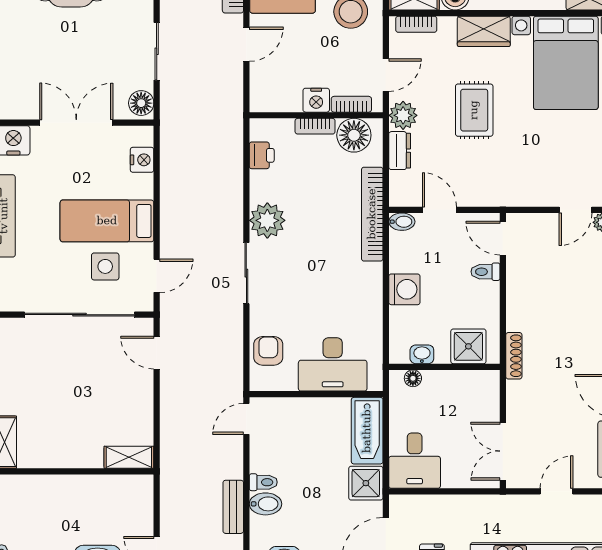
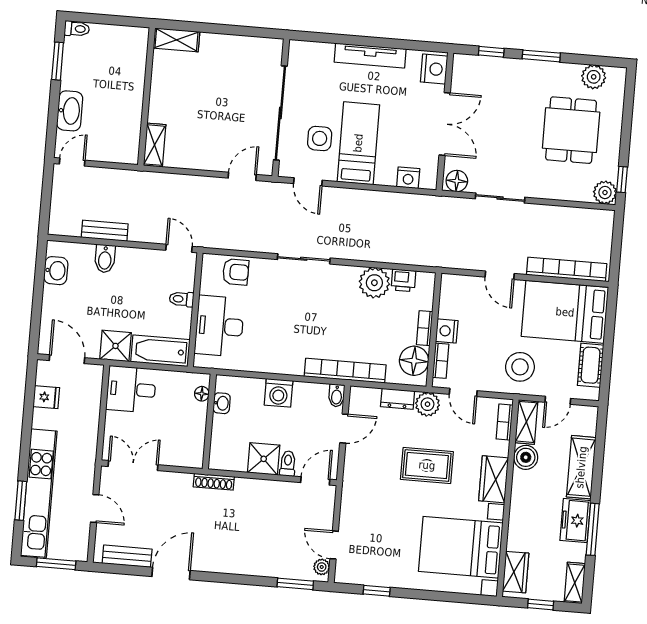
plant: (267, 220) -> (374, 283), moved
shower: (468, 346) -> (264, 459), moved
toilet: (263, 482) -> (181, 299), moved, turned 90

